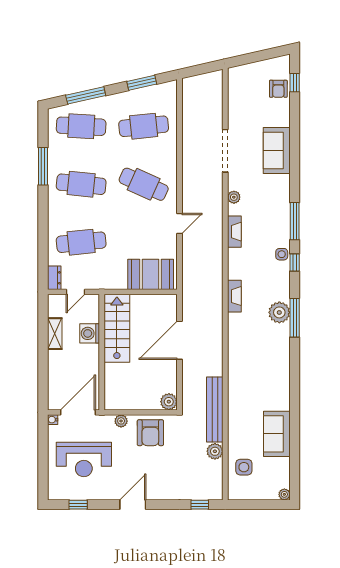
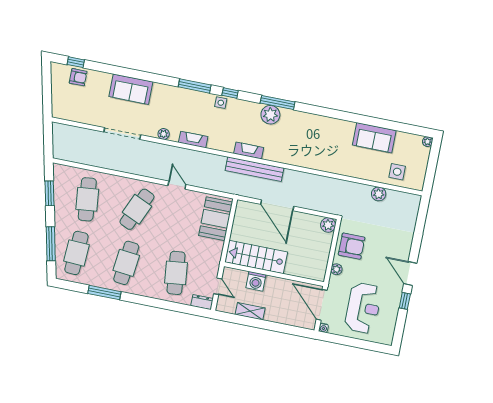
bench: (215, 409) -> (254, 169), moved
window: (78, 505) -> (405, 301), moved
window: (200, 505) -> (422, 216), removed

